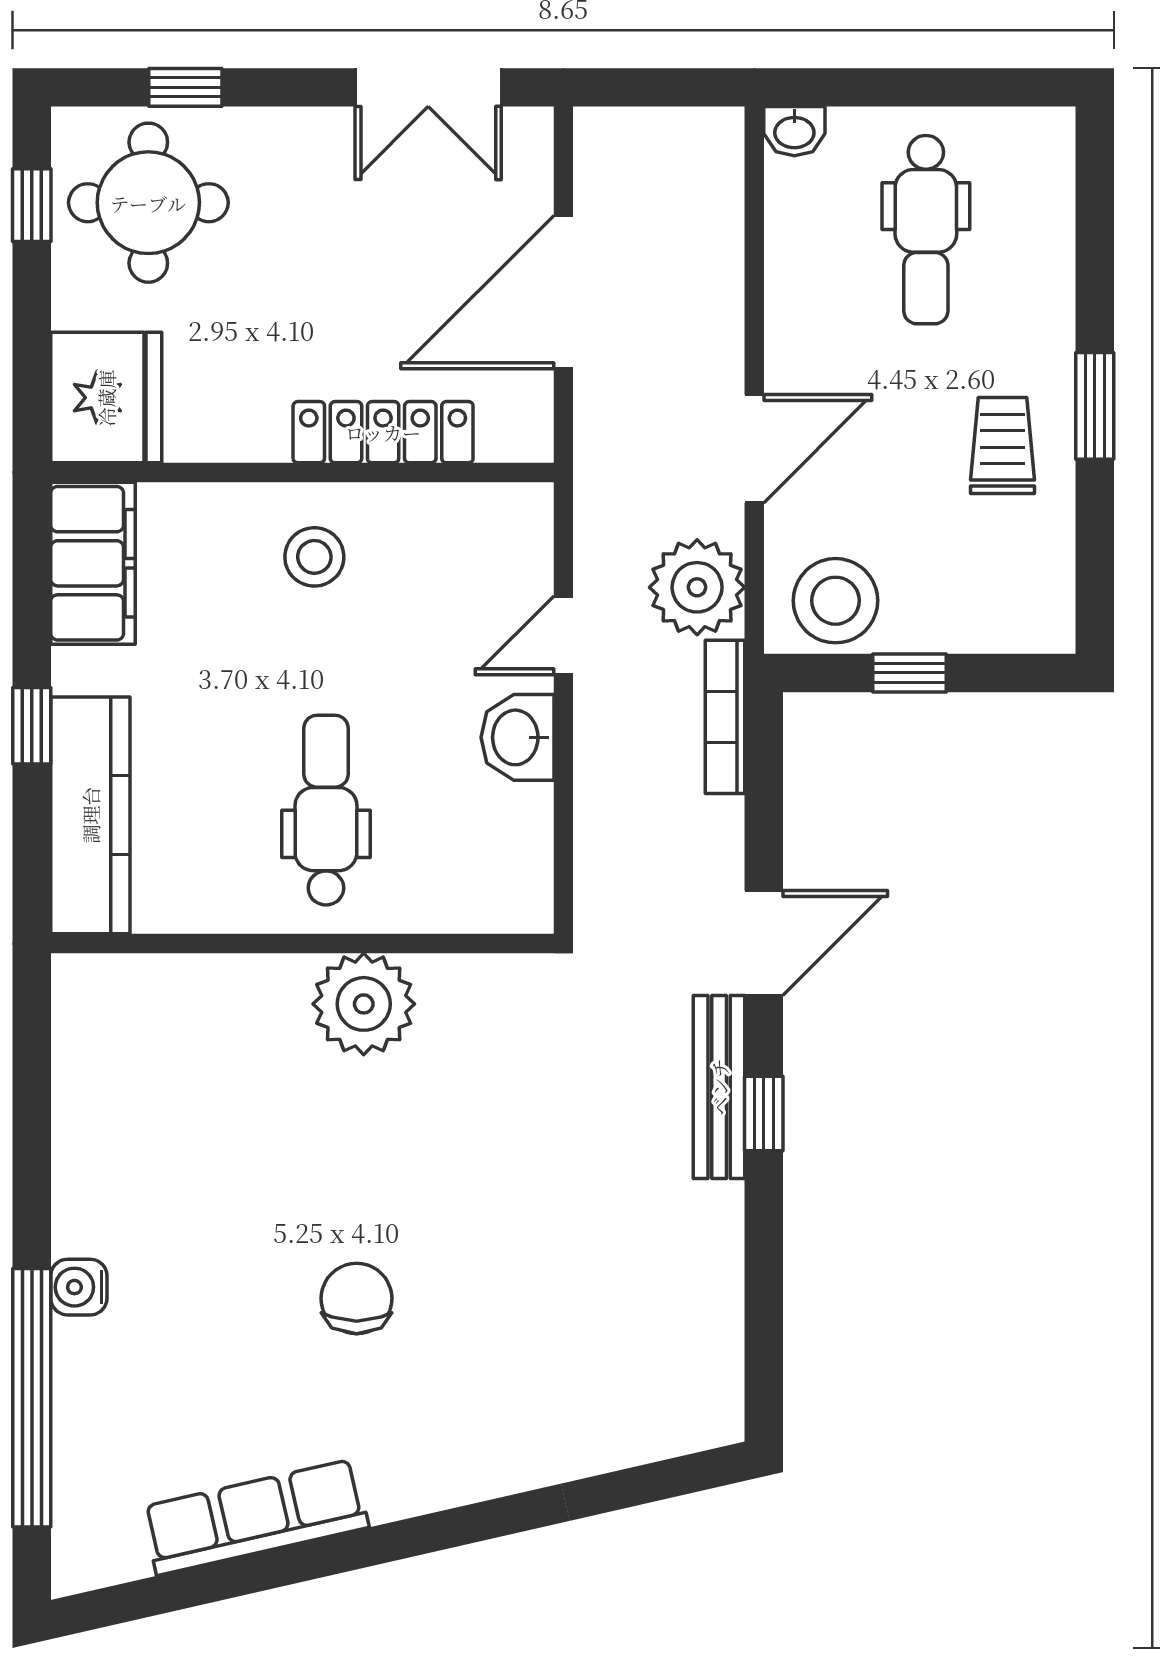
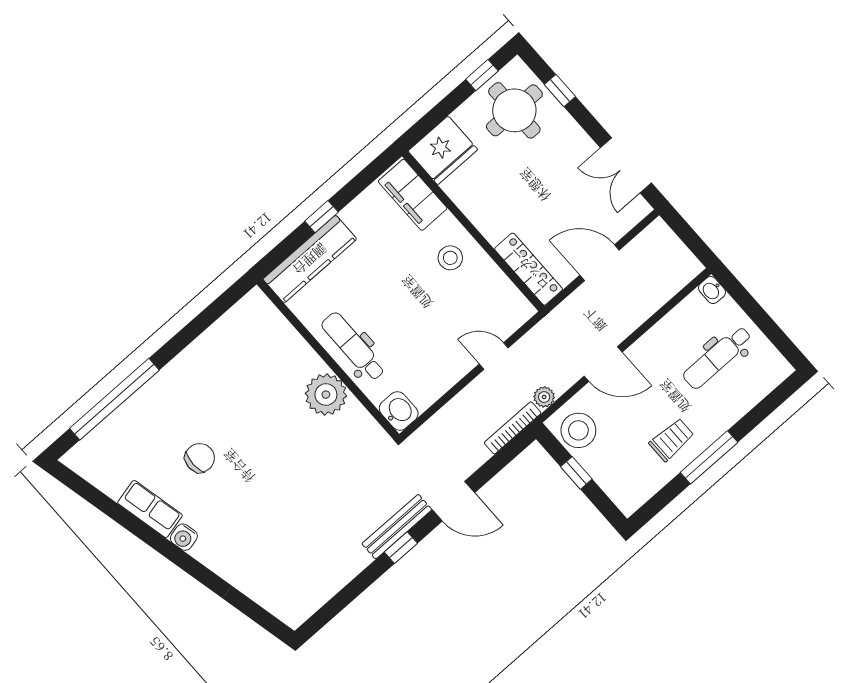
door: (563, 292) -> (600, 263), width x0.73
window: (1095, 406) -> (709, 457), width x1.44
locker: (383, 432) -> (529, 269), moved
filing cabinet: (93, 563) -> (413, 195), moved, turned 90
plant: (697, 587) -> (544, 397), width x0.53, depth x0.53
washbasin: (517, 737) -> (399, 411), moved, turned 90
dental chair: (326, 810) -> (353, 347), moved, turned -90
water cooler: (79, 1287) -> (184, 537), moved, turned -103
chair: (357, 1298) -> (200, 458), moved
row of seats: (255, 1517) -> (150, 509), width x0.68

